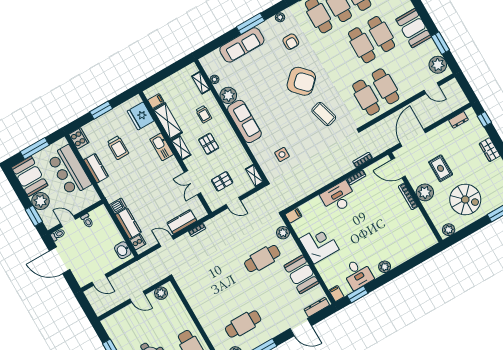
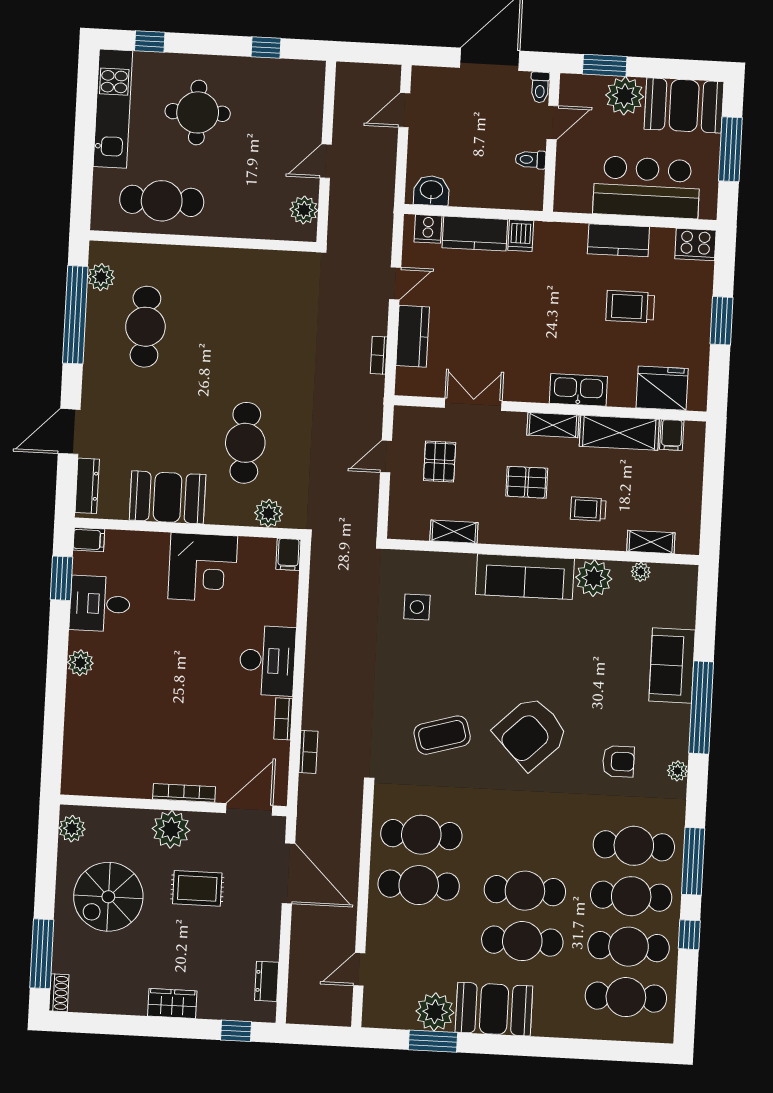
window: (251, 24) -> (701, 707), width x1.46
armchair: (291, 42) -> (618, 761), turned 180
sofa: (242, 45) -> (672, 665), width x0.73
plant: (438, 65) -> (435, 1012), moved
shelving: (254, 176) -> (454, 532), moved

